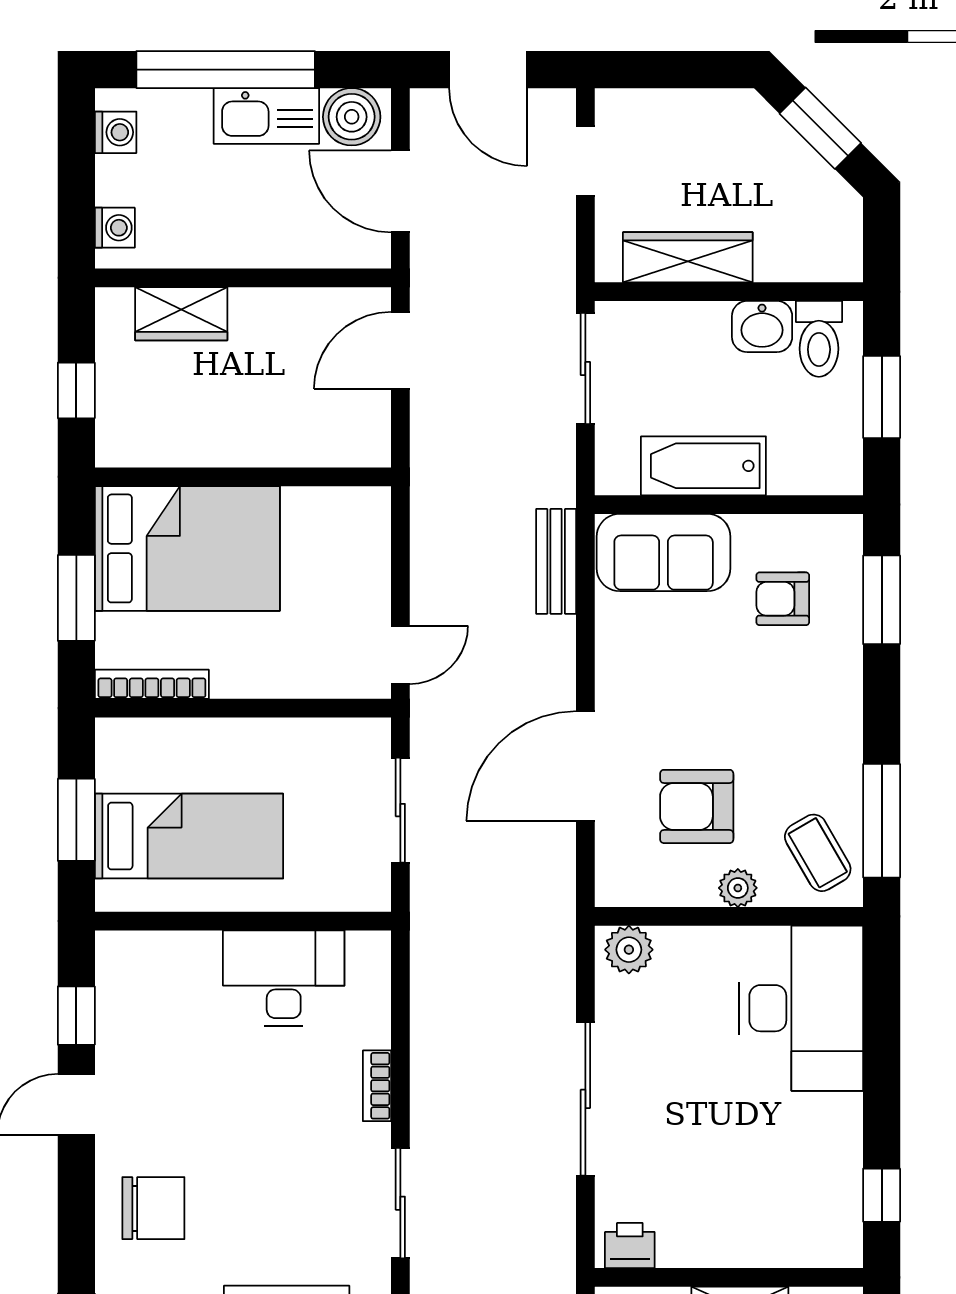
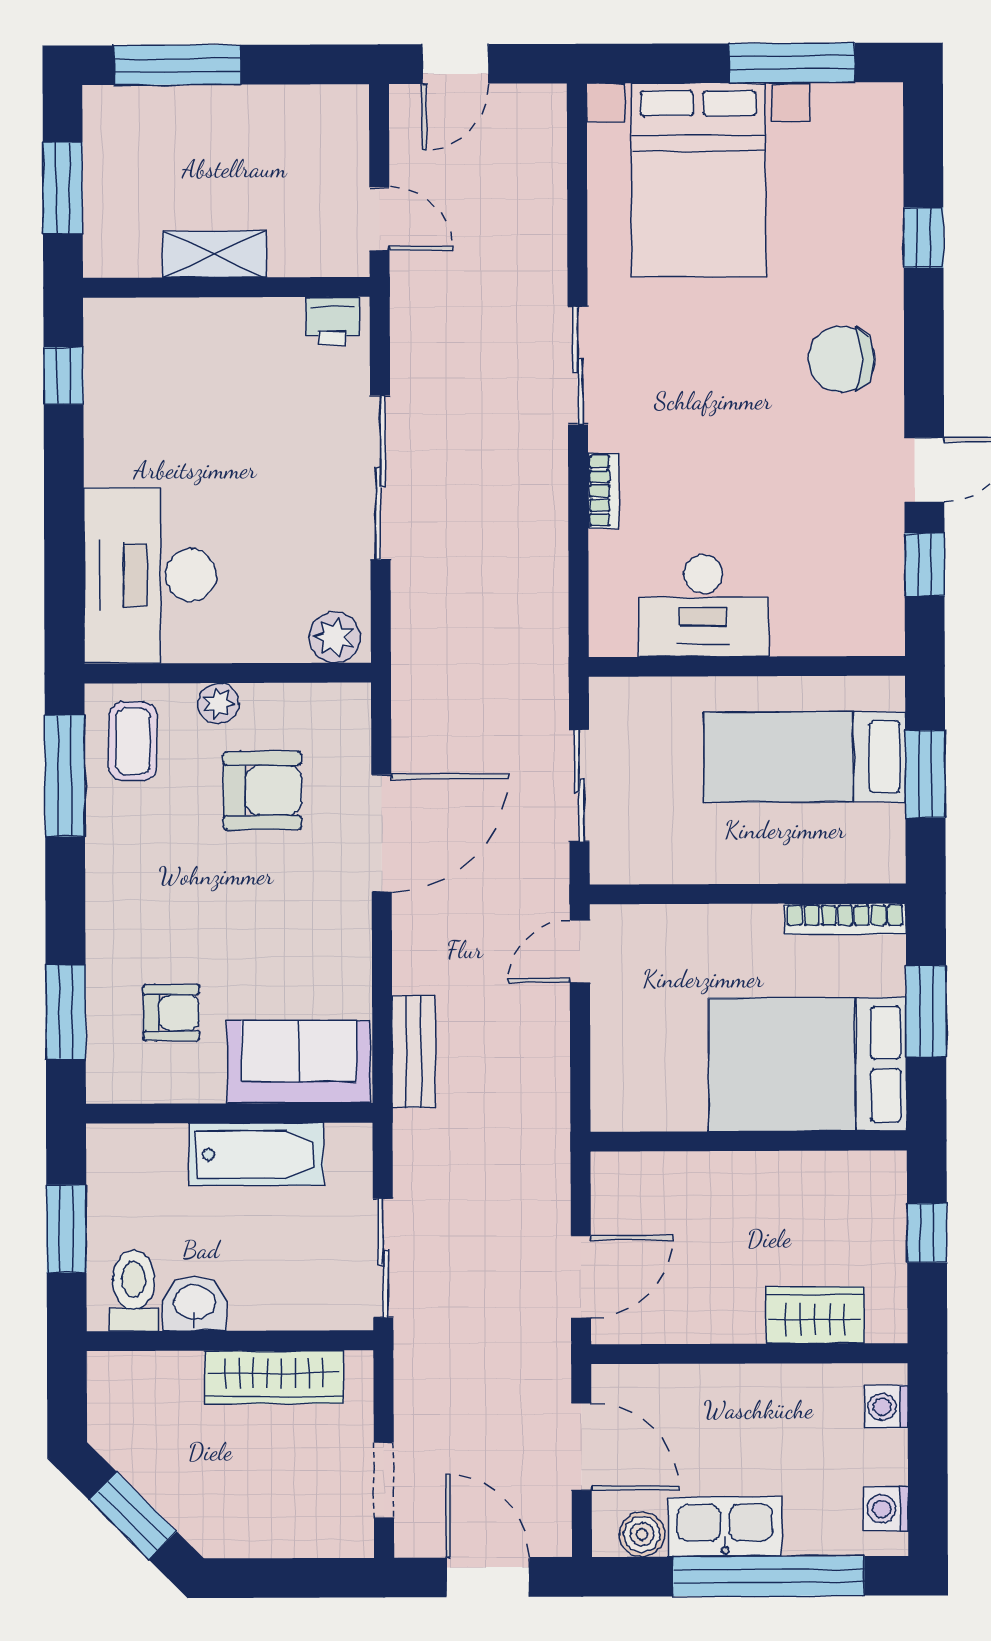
boiler: (352, 117) -> (642, 1534), width x0.73, depth x0.73
coffee table: (818, 853) -> (133, 741), turned 30

